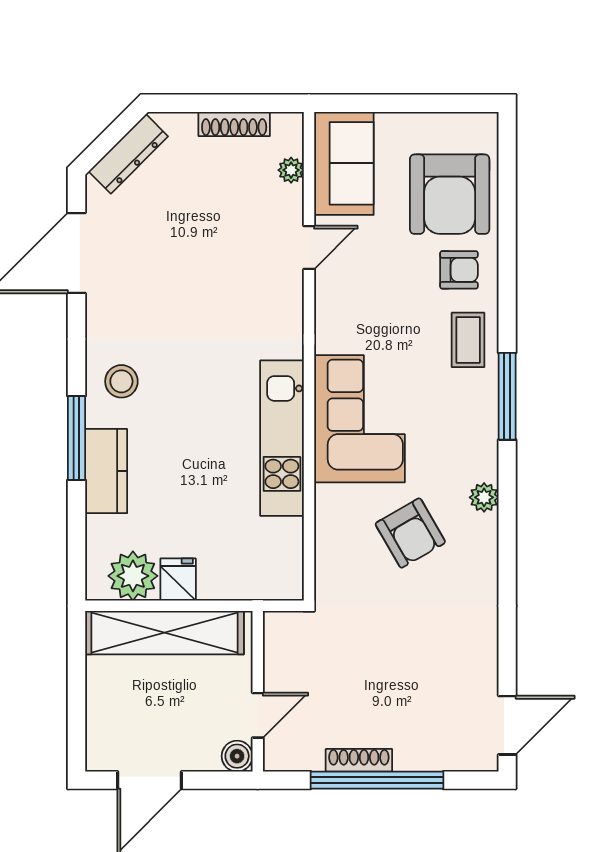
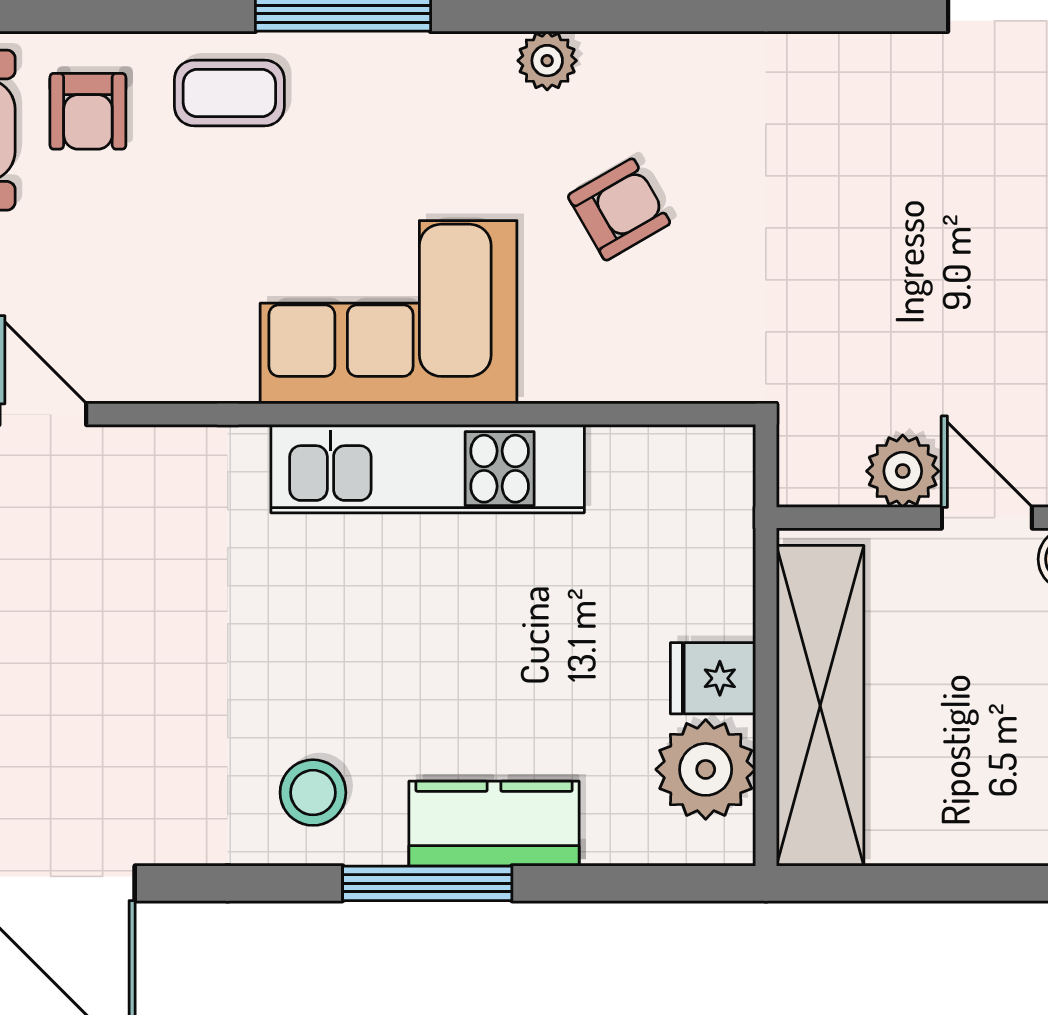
armchair: (459, 270) -> (88, 111), turned 180
armchair: (410, 533) -> (619, 209), width x0.72, depth x0.72
plant: (281, 674) -> (903, 471), added

